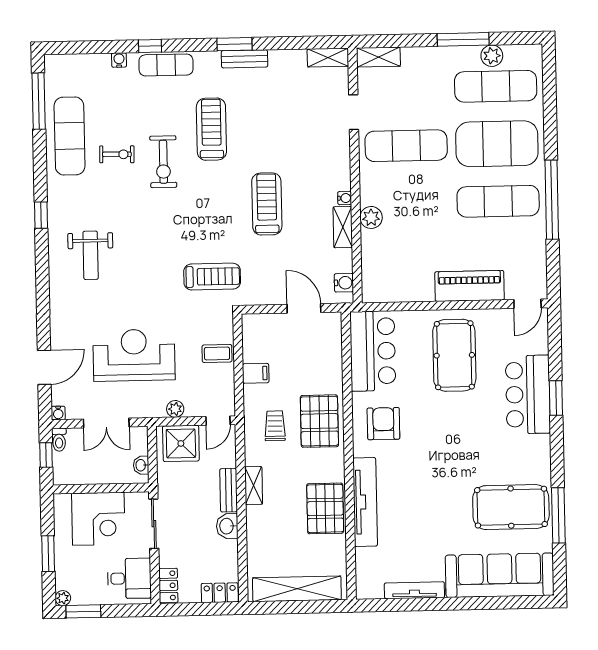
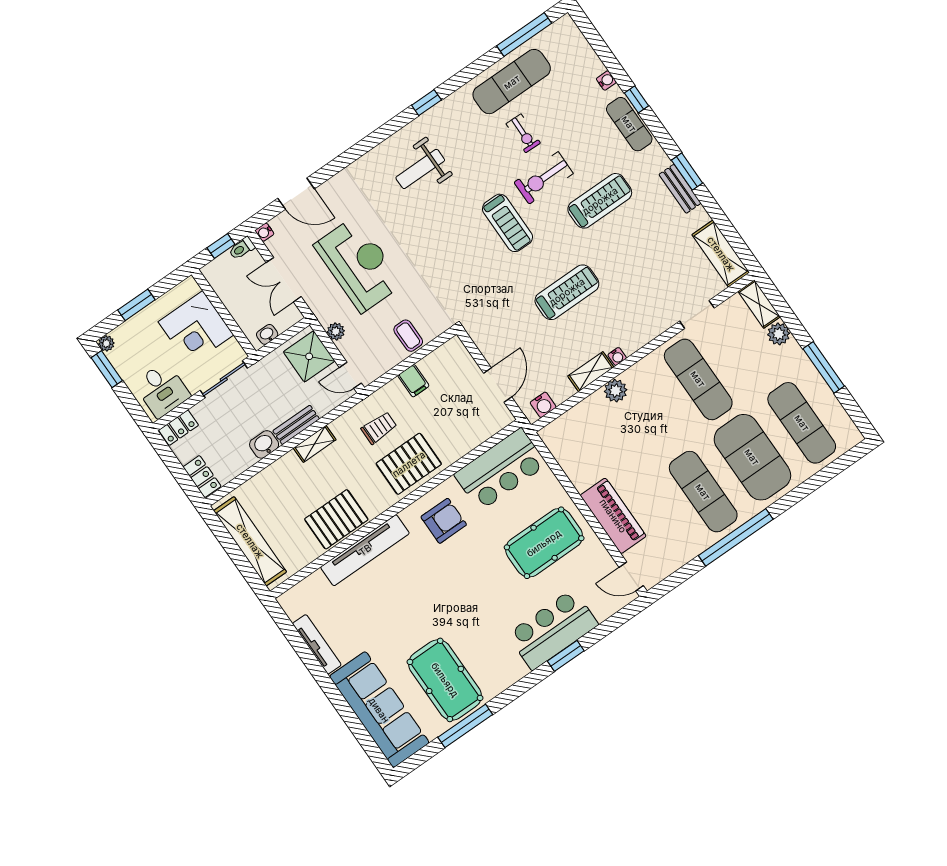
plant: (492, 56) -> (779, 334), moved
shelving: (328, 58) -> (721, 254), width x1.50, depth x1.33
treadmill: (212, 277) -> (508, 223), moved

